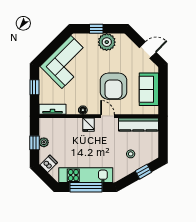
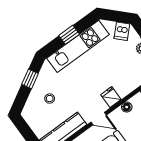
window: (143, 172) -> (30, 79), moved
window: (86, 187) -> (69, 35), width x0.46

